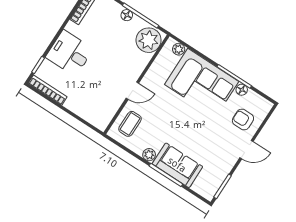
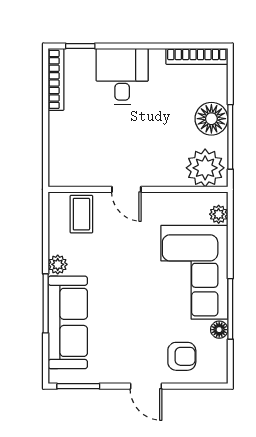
floor lamp: (127, 15) -> (211, 119), width x1.89, depth x1.89
armchair: (243, 119) -> (182, 356), turned 90
coffee table: (130, 124) -> (81, 214), turned 90
sofa: (177, 165) -> (68, 322), width x1.36

